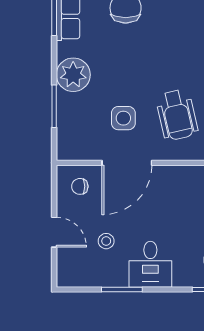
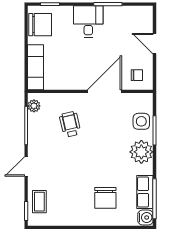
wheelchair: (177, 115) -> (70, 124), width x0.73, depth x0.73
side table: (123, 118) -> (141, 121), moved
stool: (106, 241) -> (119, 38), removed

